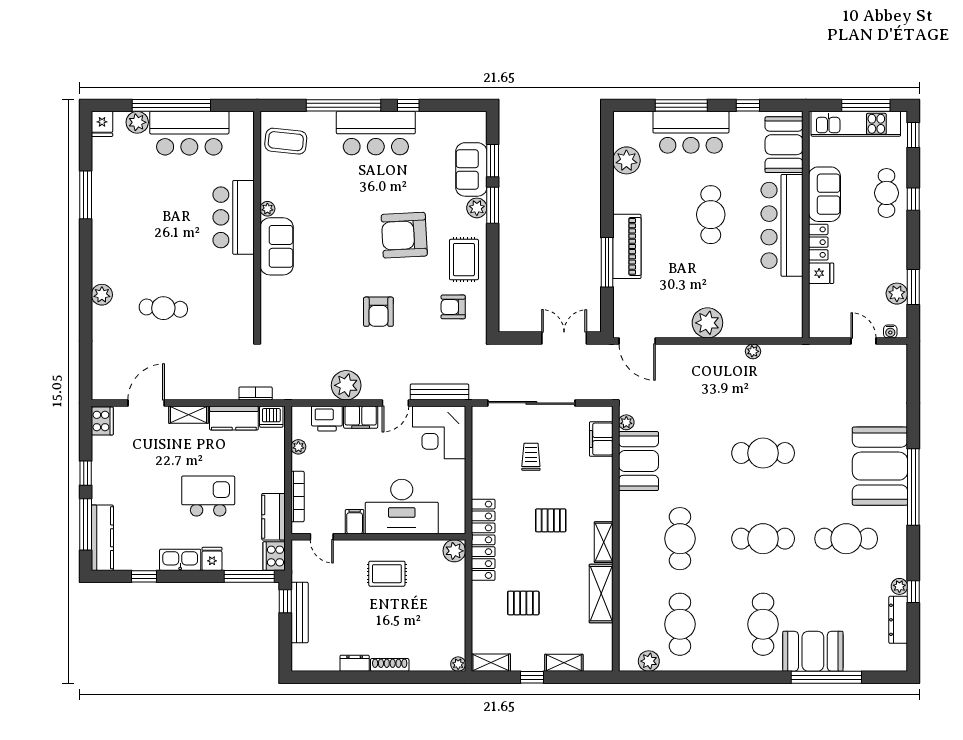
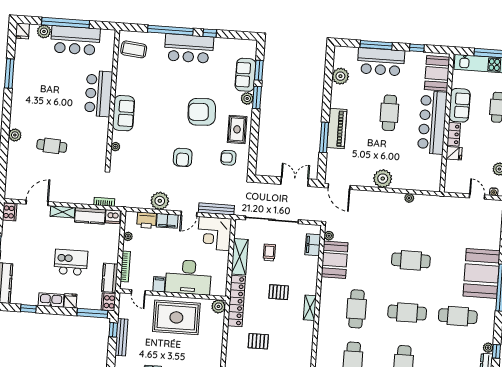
plant: (267, 209) -> (115, 147), moved
rug: (387, 574) -> (176, 317), width x1.86, depth x2.06
shelving: (601, 594) -> (240, 257), moved

